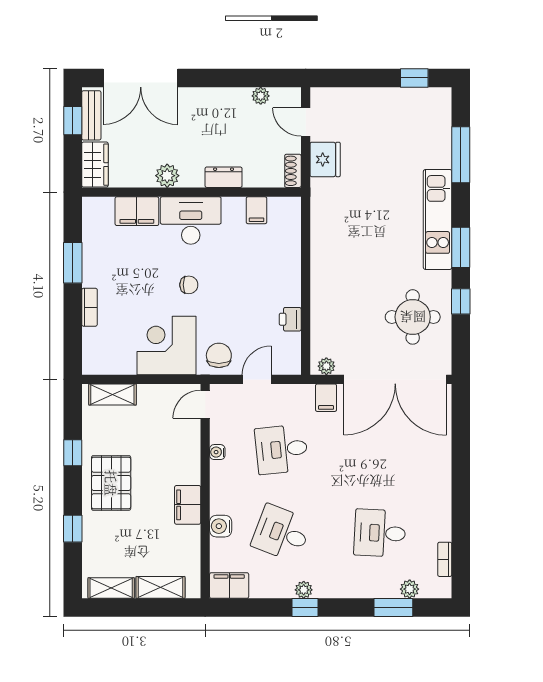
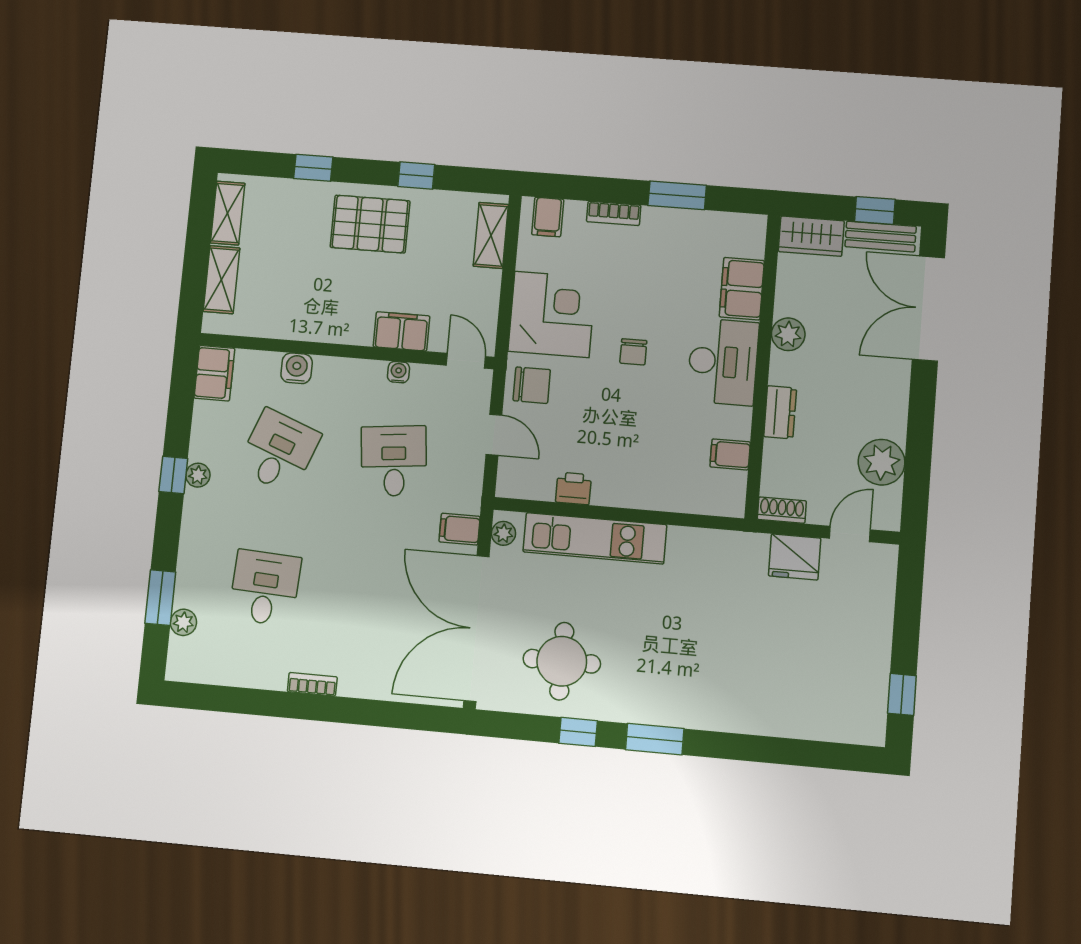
plant: (261, 96) -> (882, 462), width x1.88, depth x1.88
window: (461, 155) -> (787, 751), removed
kitchen unit: (438, 219) -> (595, 538), moved, turned 180
filing cabinet: (96, 355) -> (548, 217), added
filing cabinet: (188, 505) -> (401, 331), moved
bookcase: (445, 559) -> (312, 684), moved

